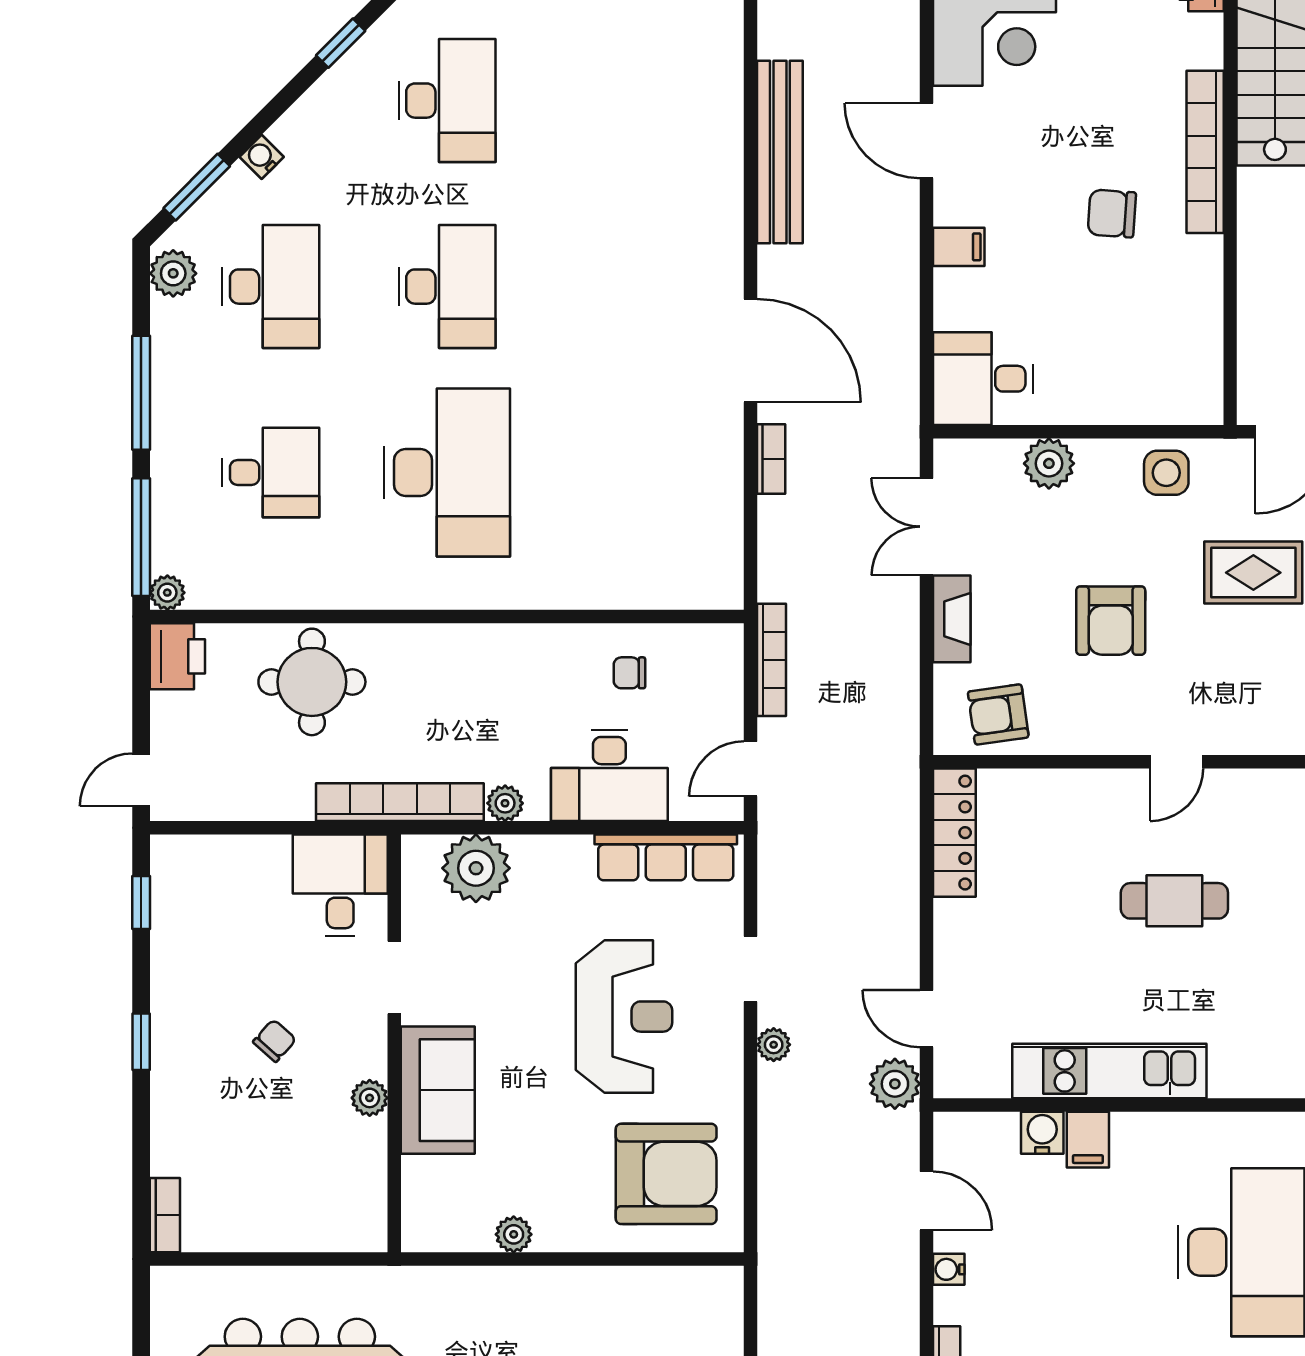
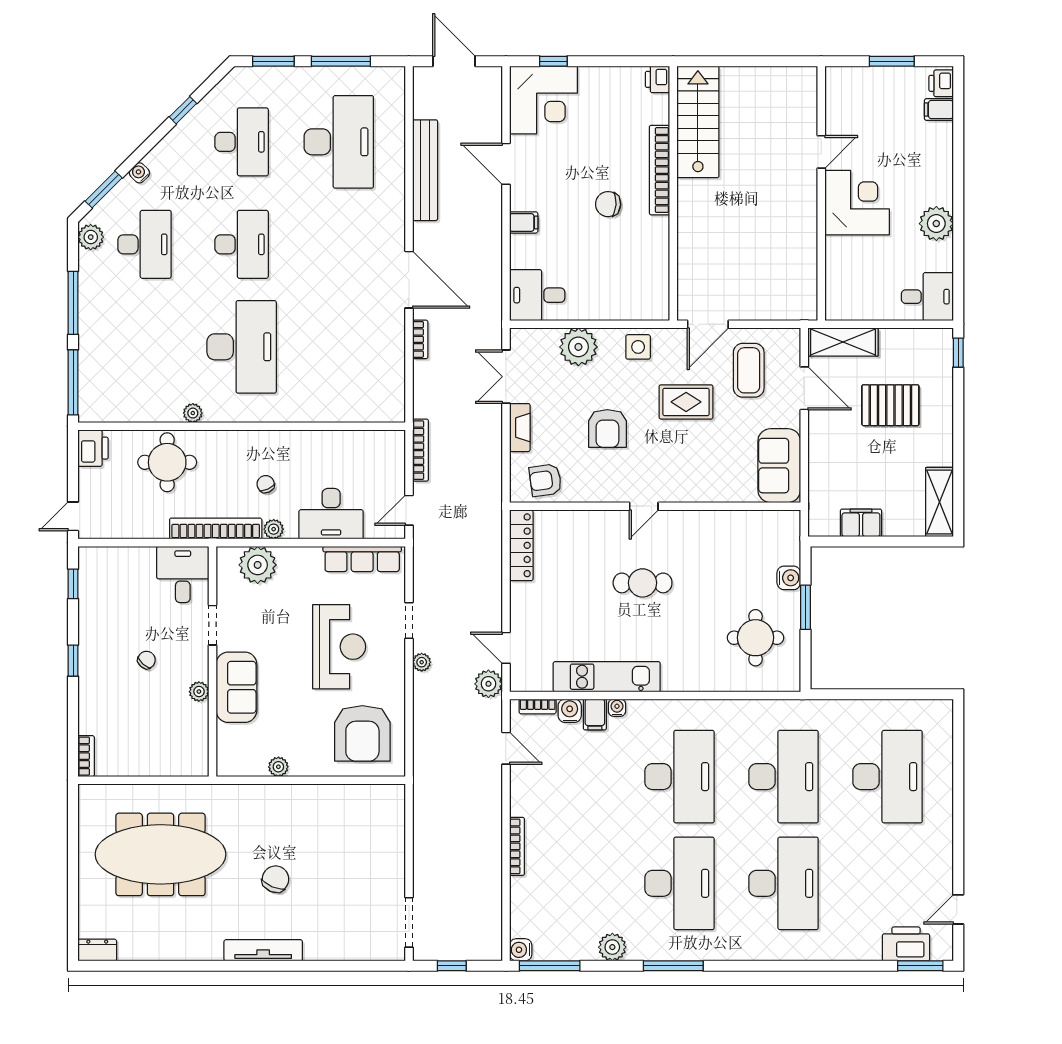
plant: (1049, 463) -> (578, 347), width x1.36, depth x1.36
desk: (271, 472) -> (339, 142), moved, width x1.87, depth x1.30
plant: (167, 593) -> (193, 413), moved
chair: (629, 673) -> (266, 484), moved, turned 65
bookcase: (984, 1125) -> (538, 706), added
armchair: (666, 1174) -> (362, 733), turned 90
water cooler: (949, 1269) -> (617, 708), moved, turned 90

